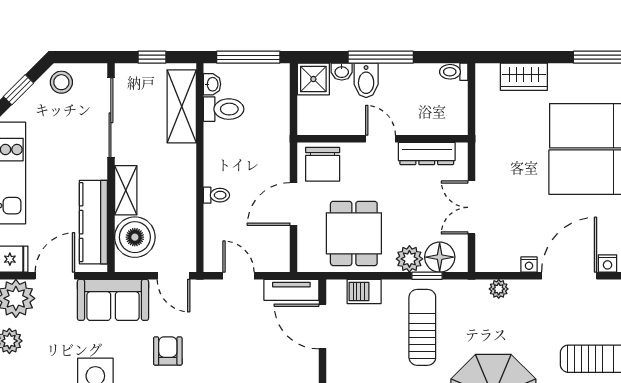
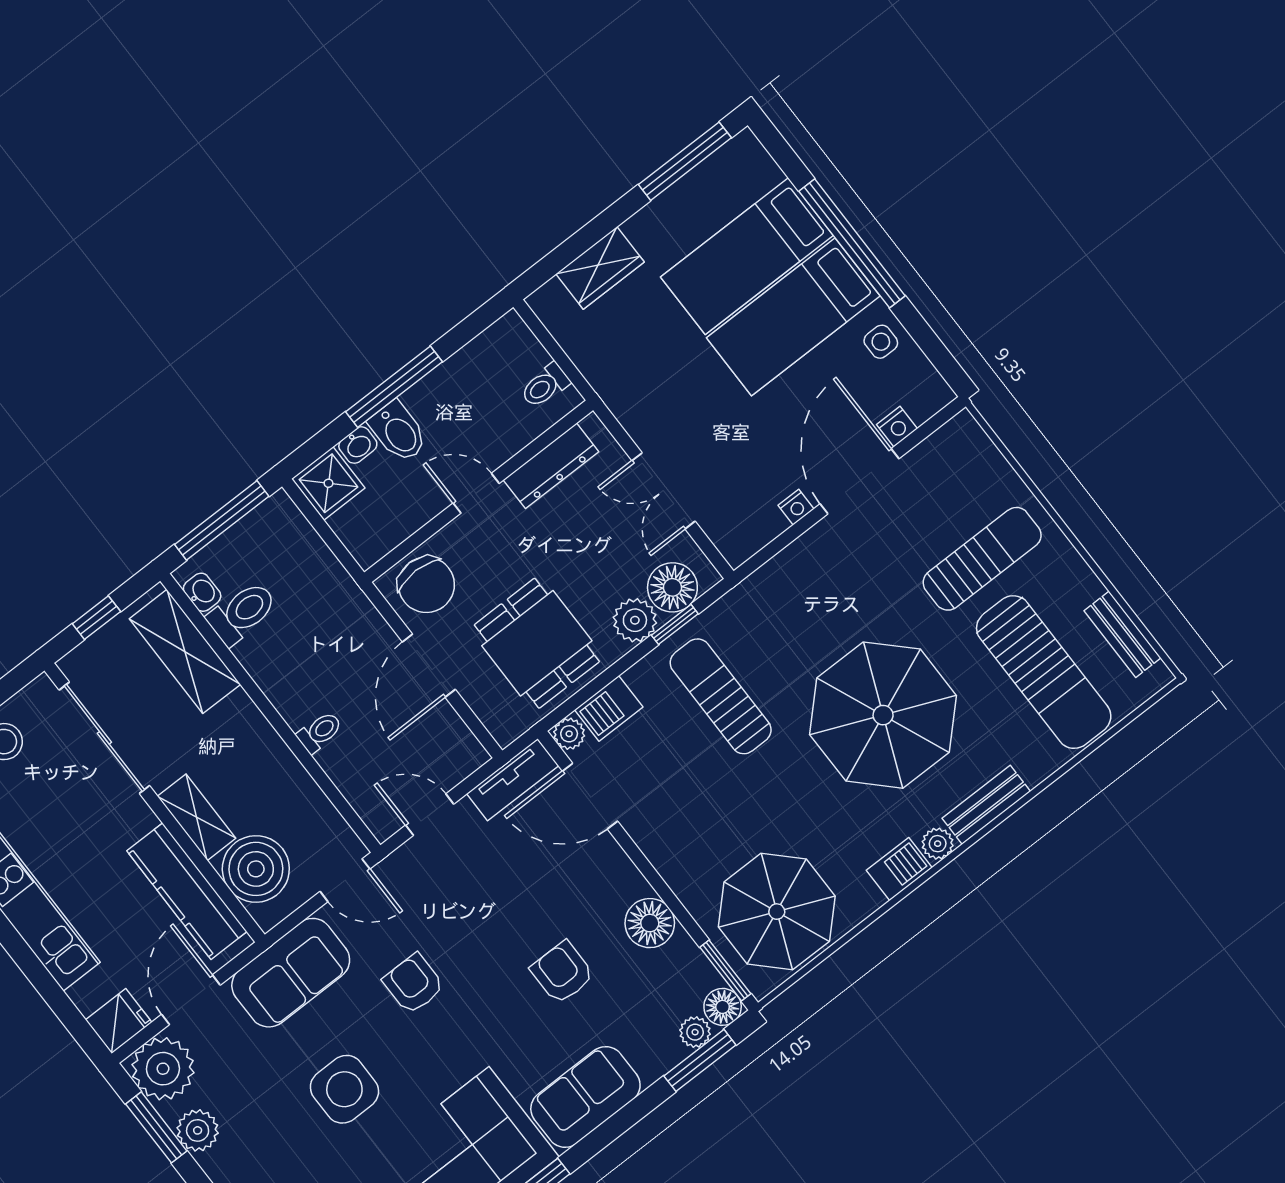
toilet: (454, 72) -> (545, 386), moved
plant: (499, 289) -> (569, 734), moved

